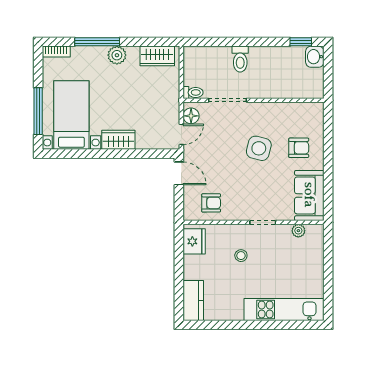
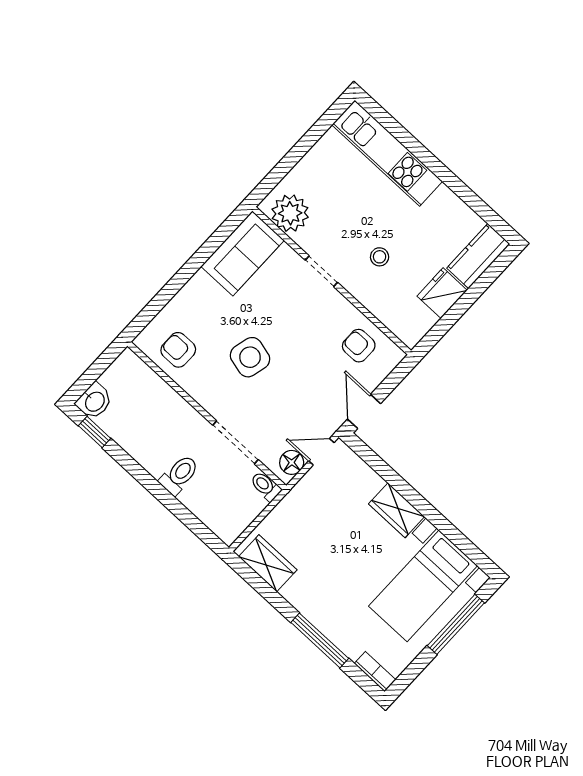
plant: (117, 55) -> (312, 605), removed
armchair: (299, 148) -> (178, 350), moved
plant: (298, 231) -> (290, 213), width x1.87, depth x1.87
fridge: (194, 241) -> (442, 293), moved

